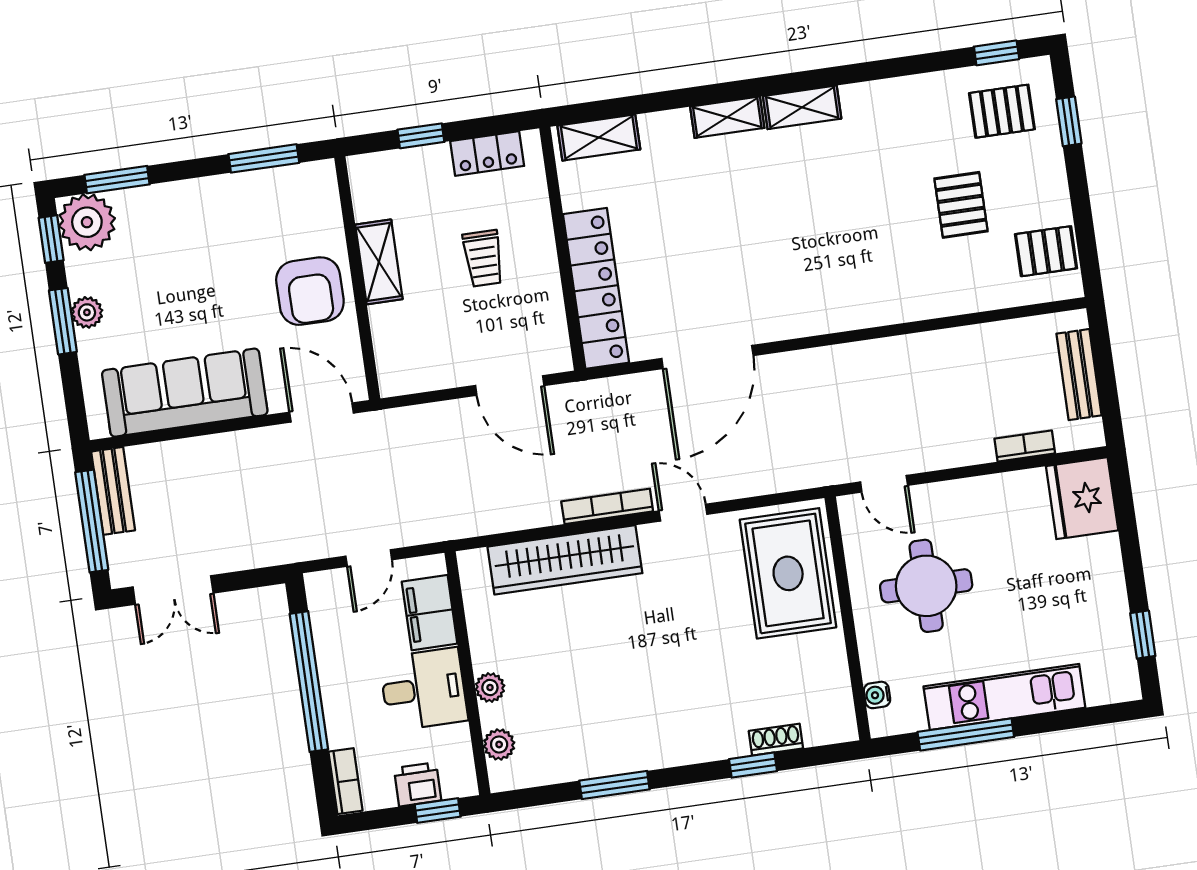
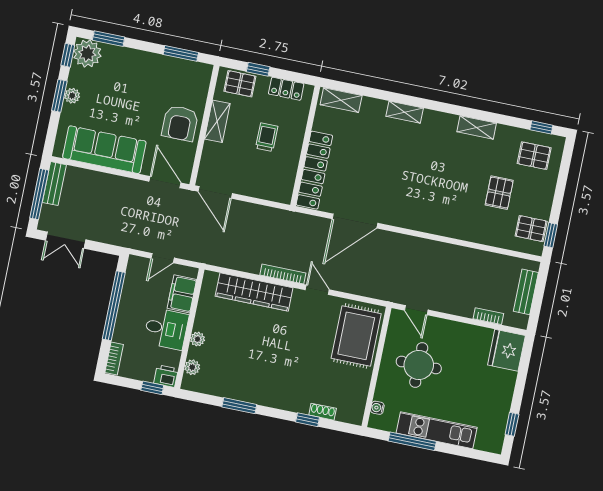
shelving: (802, 107) -> (477, 127), moved
window: (1069, 121) -> (551, 235), moved
pallet: (396, 175) -> (240, 84), added
trolley: (483, 258) -> (267, 137), turned 180
door: (510, 385) -> (215, 192), moved
printer: (418, 784) -> (166, 376), moved

